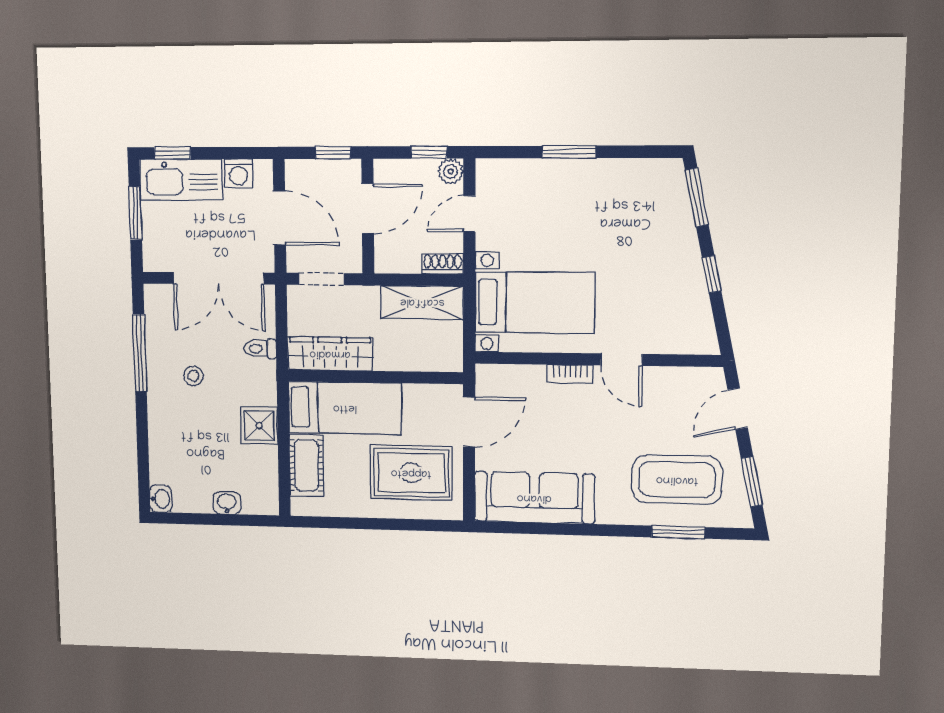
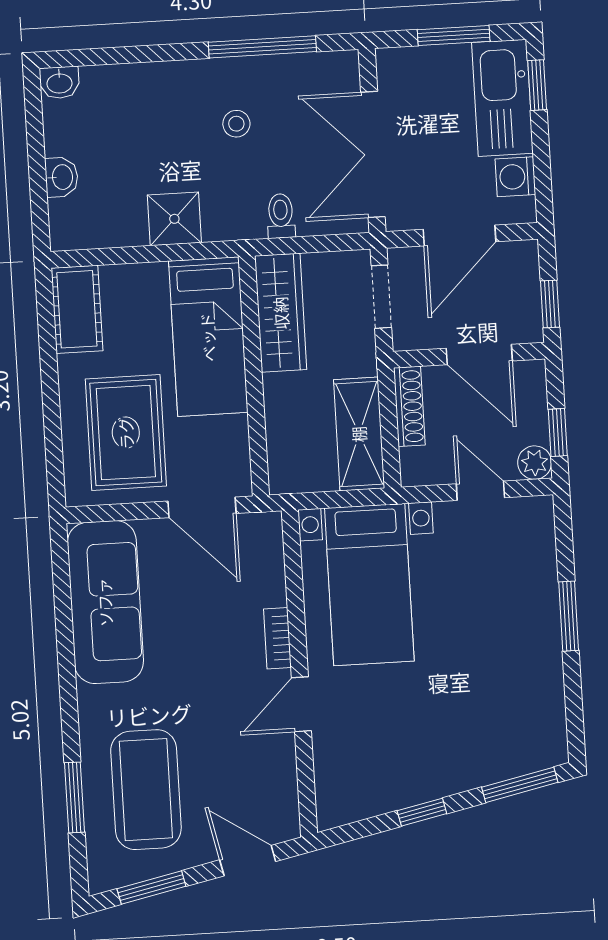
shoe rack: (443, 264) -> (409, 406), moved, width x1.43
cot: (306, 465) -> (77, 309), moved, turned 90

